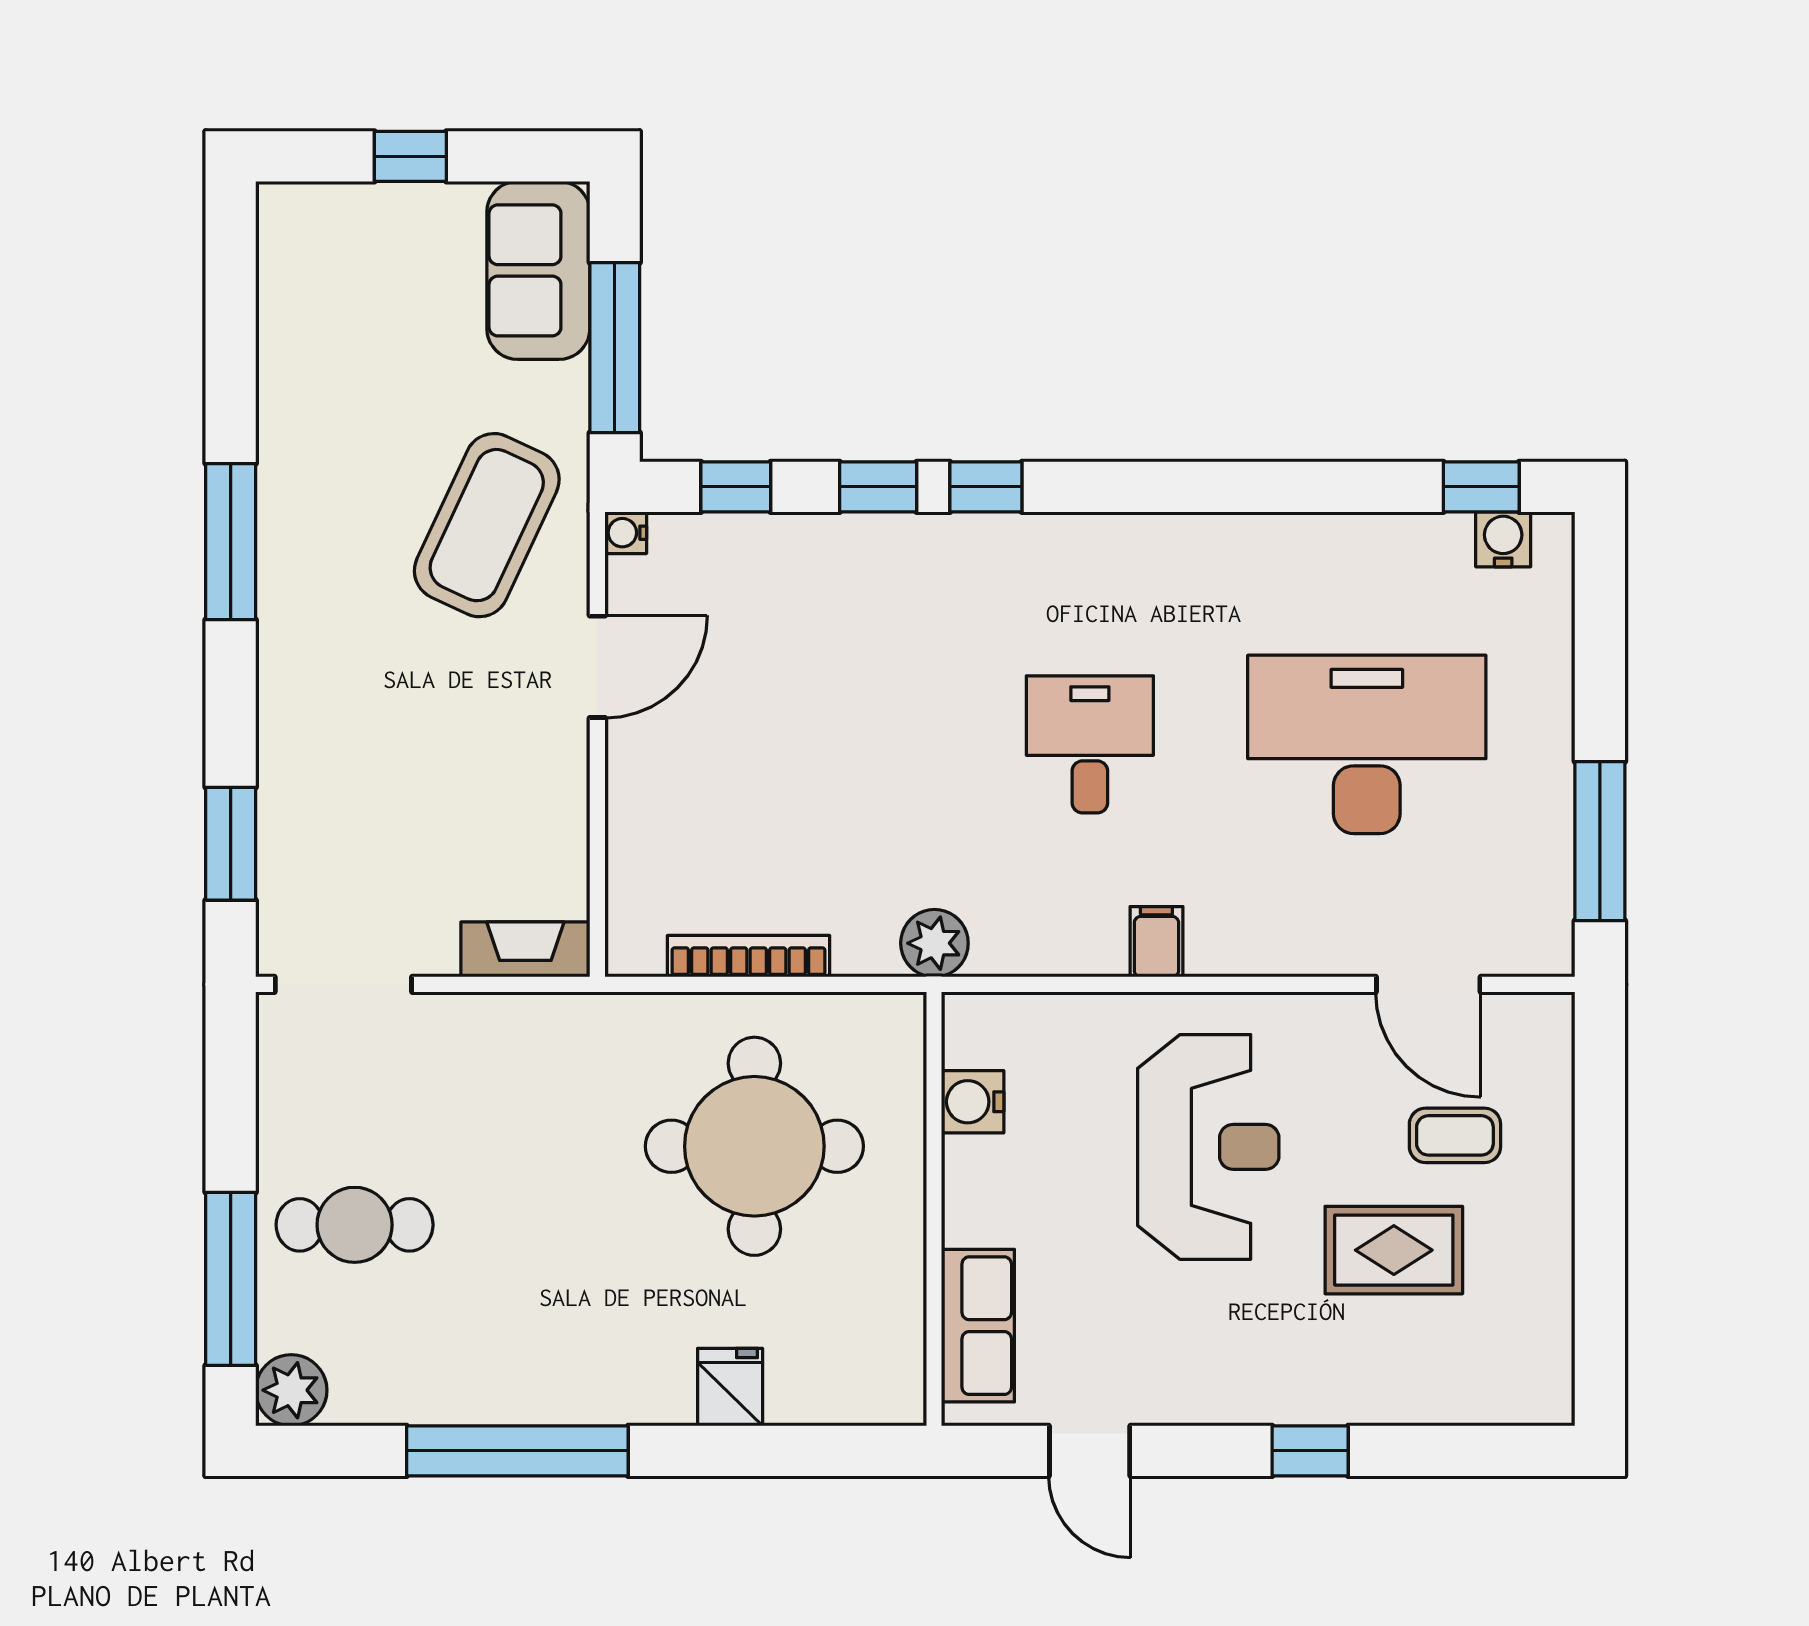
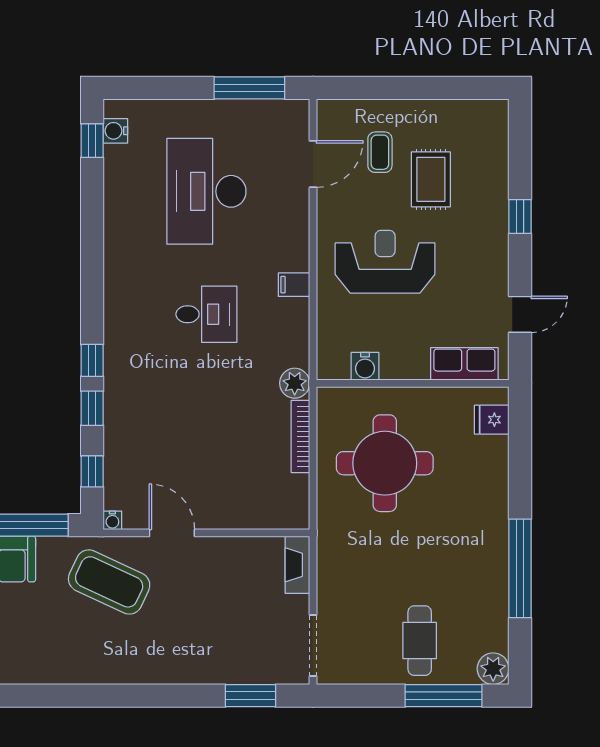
window: (231, 542) -> (116, 696), removed
desk: (1090, 744) -> (206, 314), turned 180
bookcase: (749, 956) -> (300, 436), moved
fridge: (730, 1387) -> (492, 420), moved

